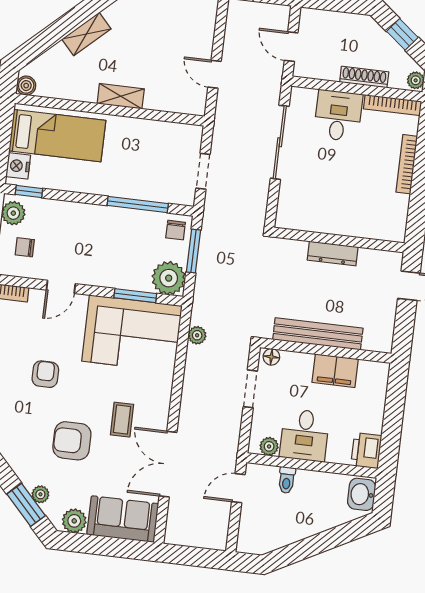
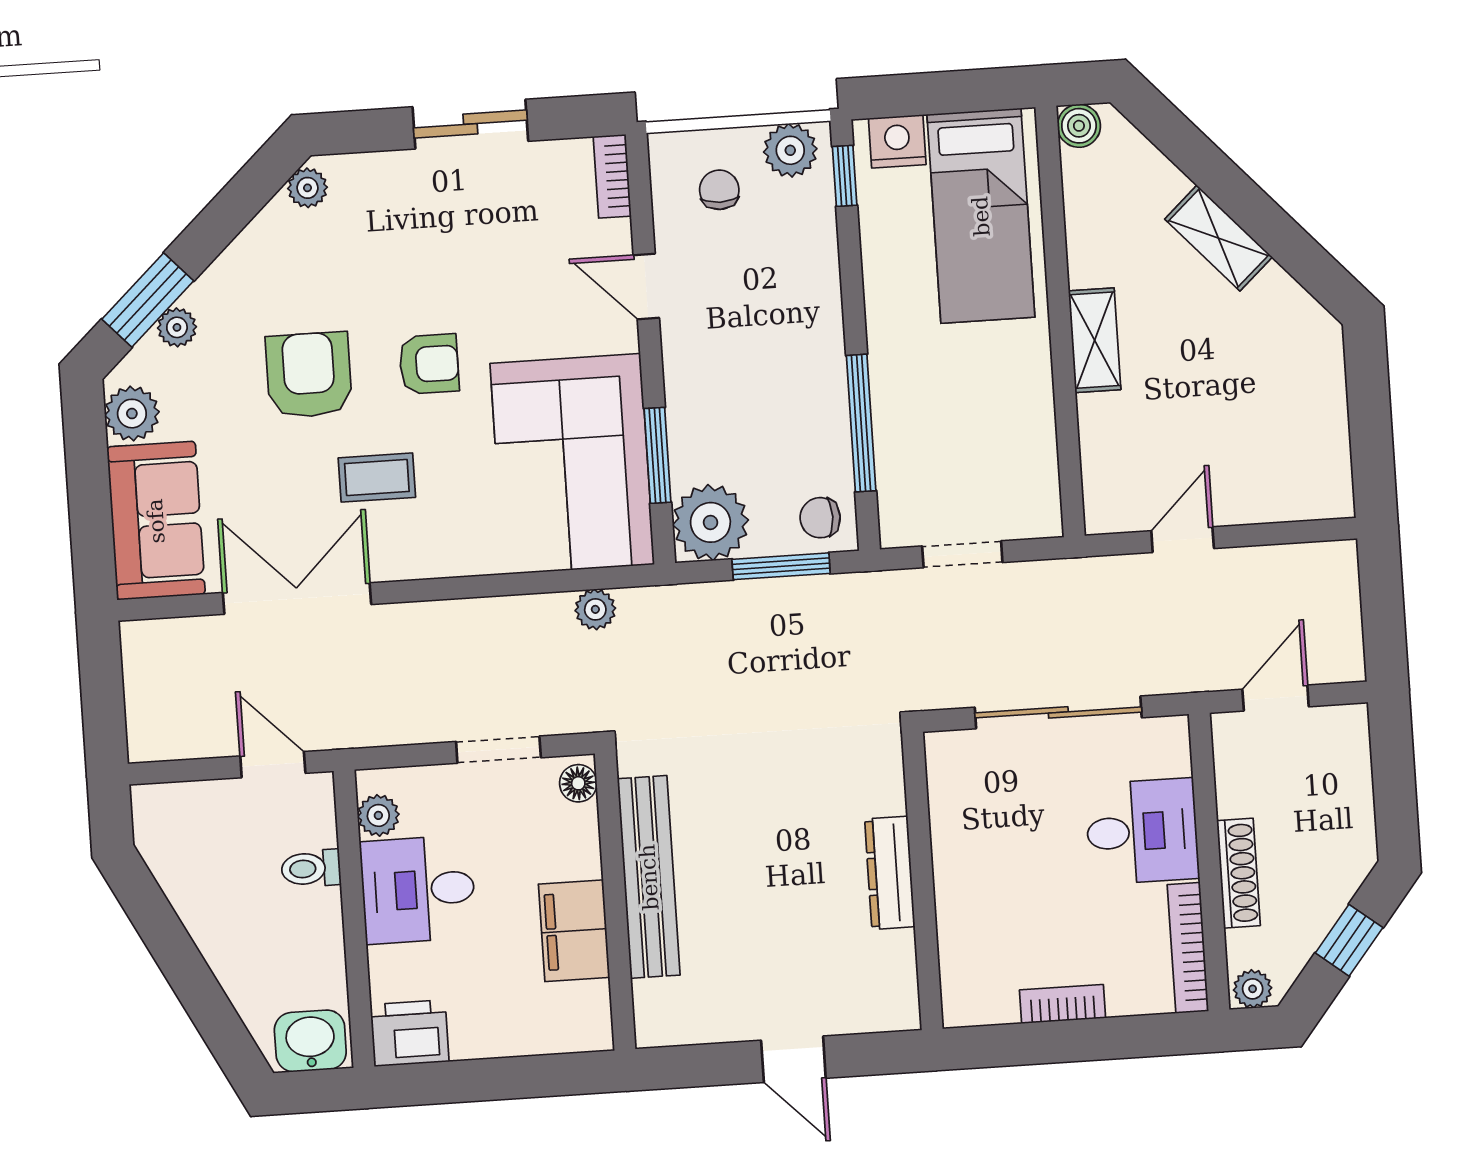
bookcase: (407, 164) -> (1062, 1004), width x0.64
wall: (339, 240) -> (922, 881), moved
dresser: (333, 253) -> (890, 873), moved
armchair: (45, 374) -> (429, 364), moved

